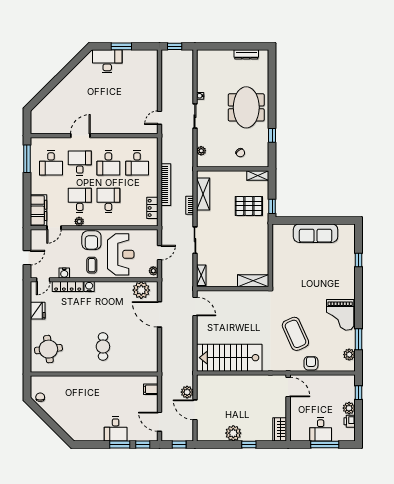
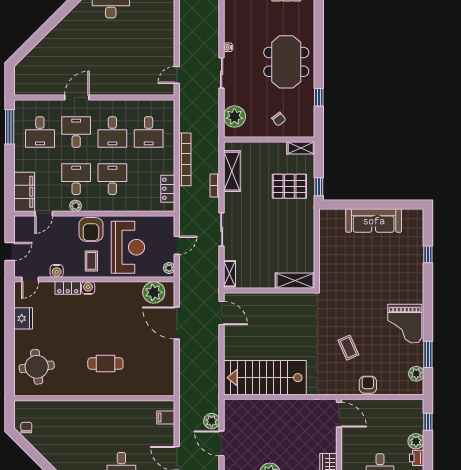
plant: (201, 151) -> (234, 117), width x1.88, depth x1.88
locker: (68, 287) -> (68, 288), width x0.66
coffee table: (295, 334) -> (348, 348), width x0.54, depth x0.58
cafe table: (103, 347) -> (105, 364), turned 90

